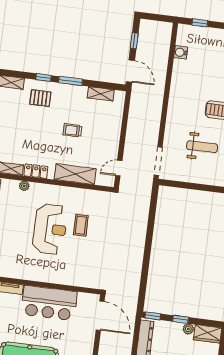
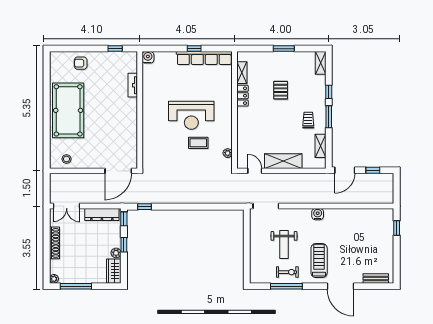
water cooler: (181, 52) -> (318, 214), moved
pallet: (40, 98) -> (281, 90), moved
trolley: (72, 130) -> (308, 120), moved
shelving: (75, 174) -> (283, 161), moved, turned 90
plant: (24, 186) -> (228, 153), moved
window: (142, 292) -> (145, 207), added
bar counter: (49, 303) -> (124, 123), removed

